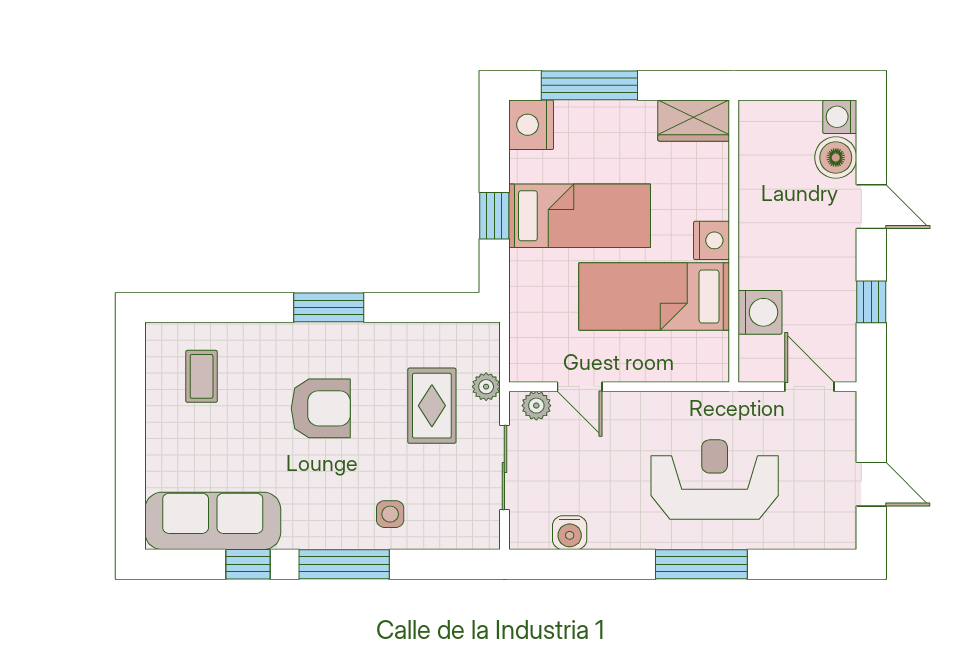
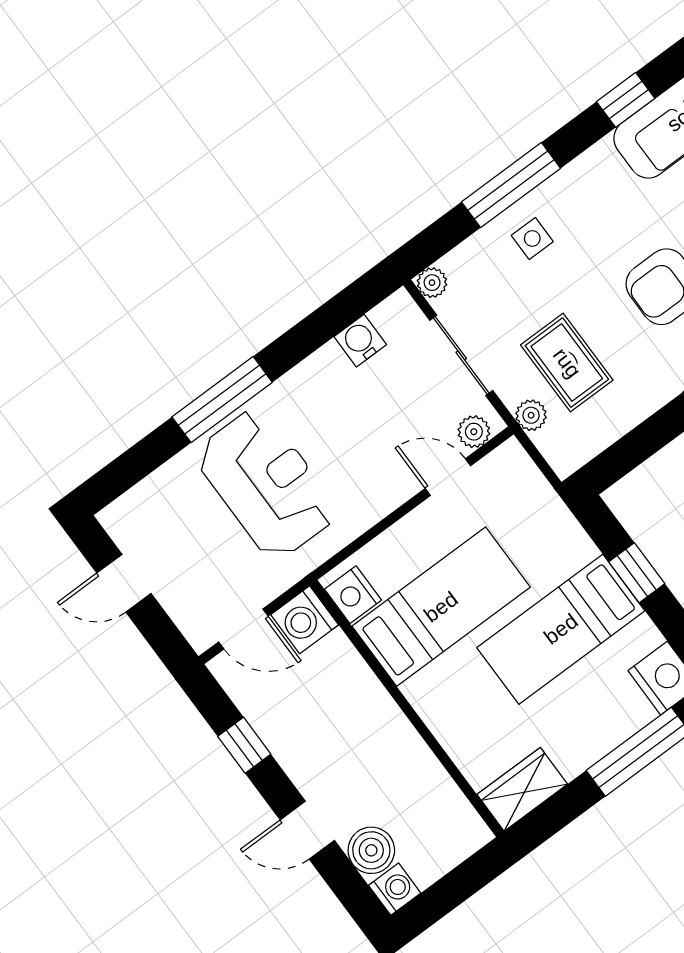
nightstand: (712, 240) -> (353, 595), moved
washing machine: (760, 312) -> (305, 620), moved
reception desk: (715, 480) -> (266, 484), turned -90
plant: (486, 536) -> (432, 283), added
window: (344, 564) -> (511, 185), moved

